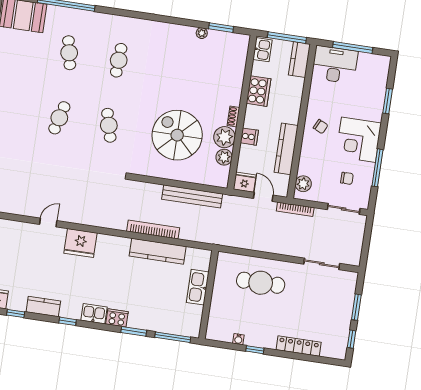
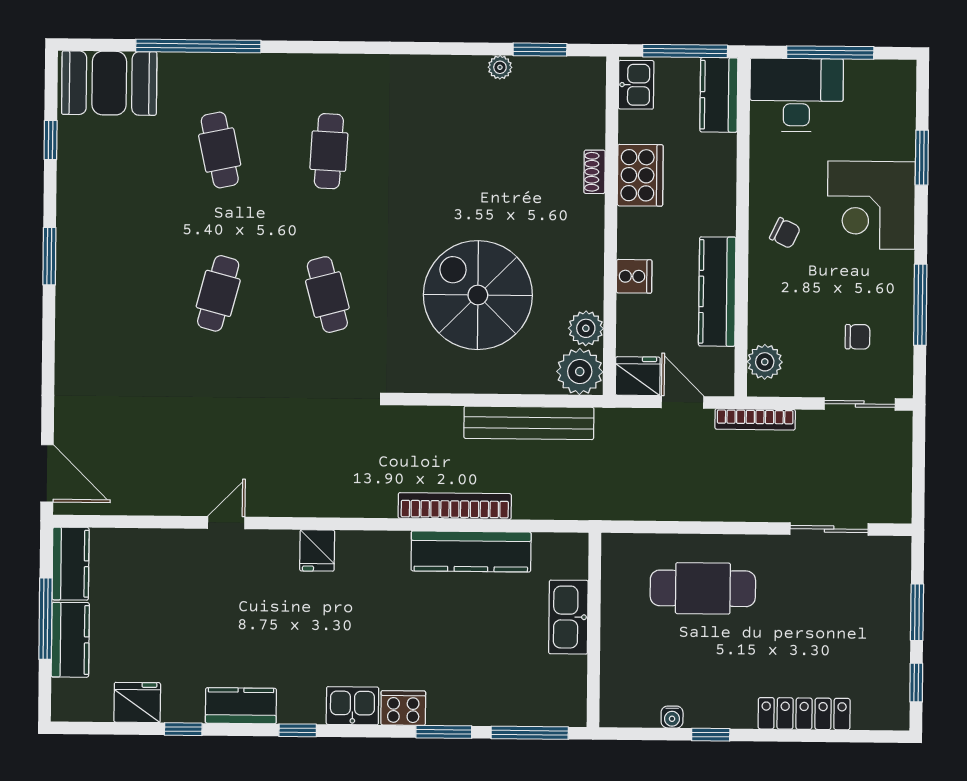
shoe rack: (233, 117) -> (595, 172), moved
plant: (224, 137) -> (580, 372), moved
corner desk: (358, 140) -> (871, 205), moved
fridge: (80, 243) -> (317, 550), width x0.53, depth x0.75

